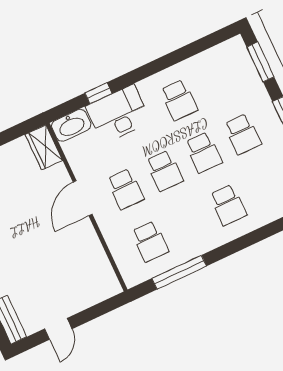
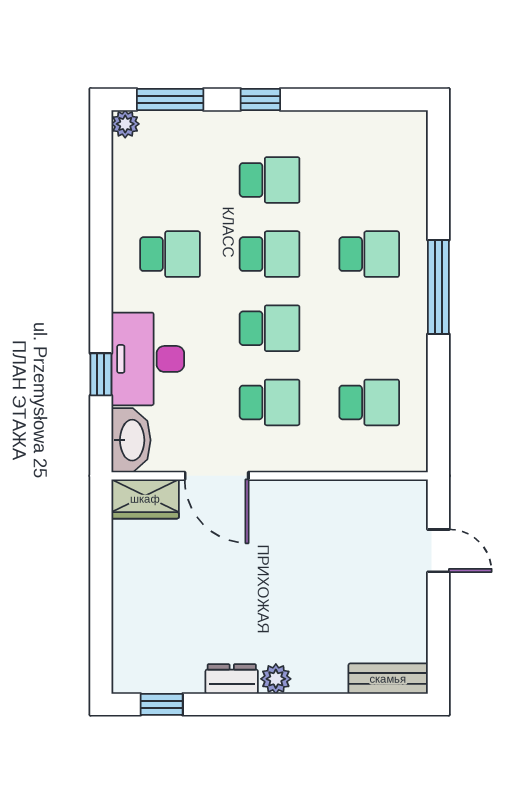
plant: (236, 44) -> (125, 124), added
door: (83, 198) -> (217, 476), moved
window: (179, 272) -> (438, 287), moved
door: (58, 329) -> (438, 551), moved

